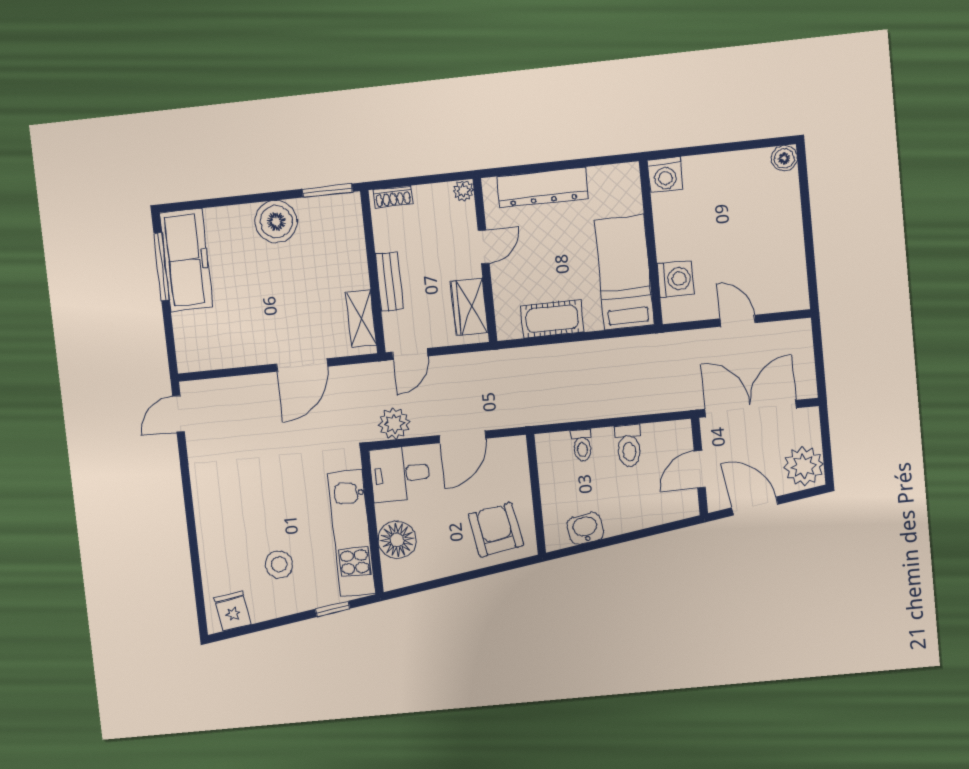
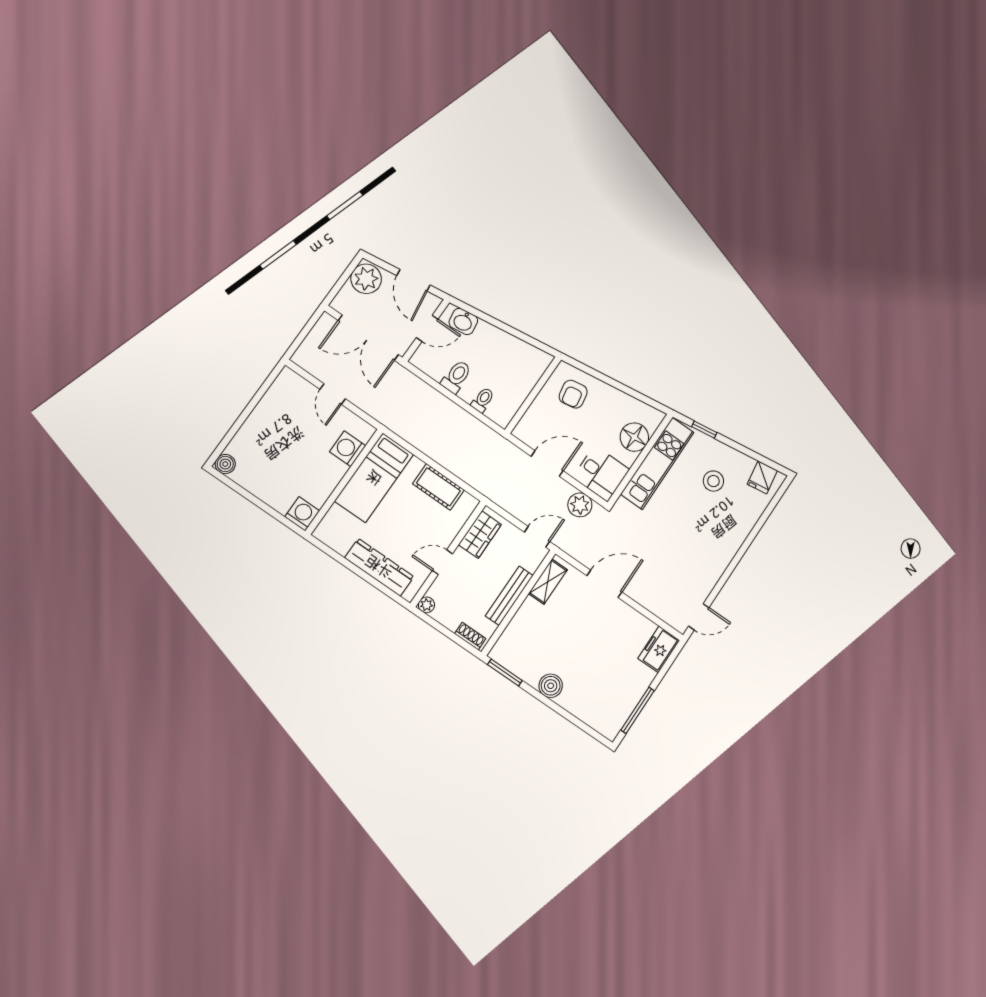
boiler: (276, 222) -> (551, 686), width x0.73, depth x0.73
freezer: (186, 260) -> (659, 649), moved, width x0.52, depth x0.79
bench: (389, 282) -> (509, 596), width x1.36
washbasin: (585, 528) -> (463, 321), moved
armchair: (496, 530) -> (573, 394), width x0.72, depth x0.72

